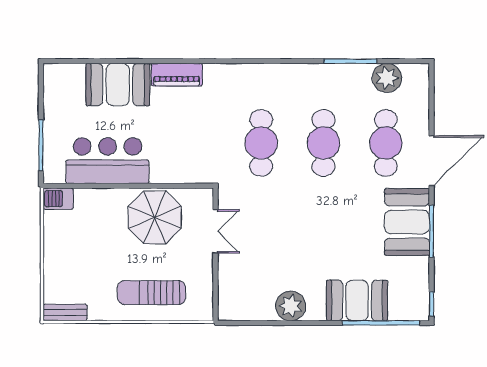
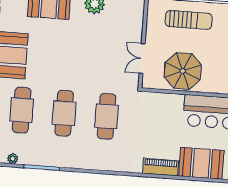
plant: (387, 78) -> (13, 159), width x0.53, depth x0.53

